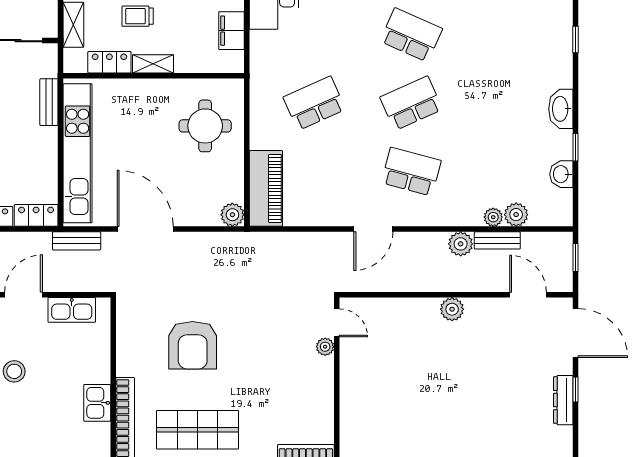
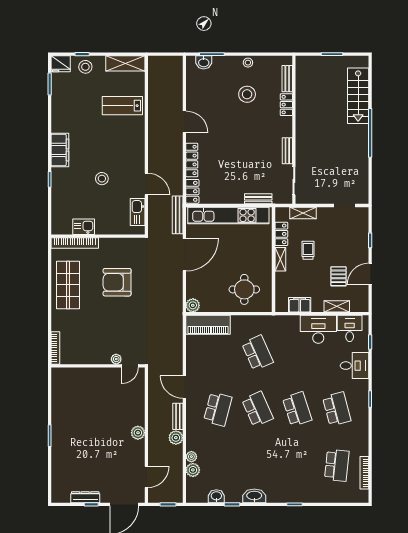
school desk: (411, 35) -> (297, 409), turned -42
bench: (497, 240) -> (178, 416), moved
bench: (77, 241) -> (178, 215), width x1.36

